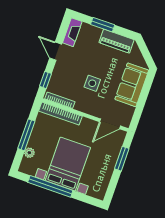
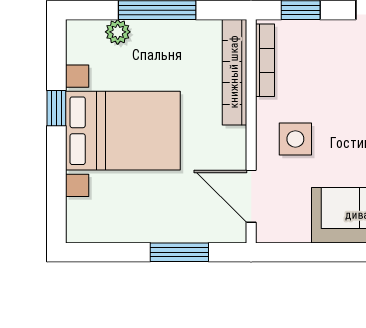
side table: (92, 83) -> (295, 139), moved
window: (50, 186) -> (56, 108), width x0.32

